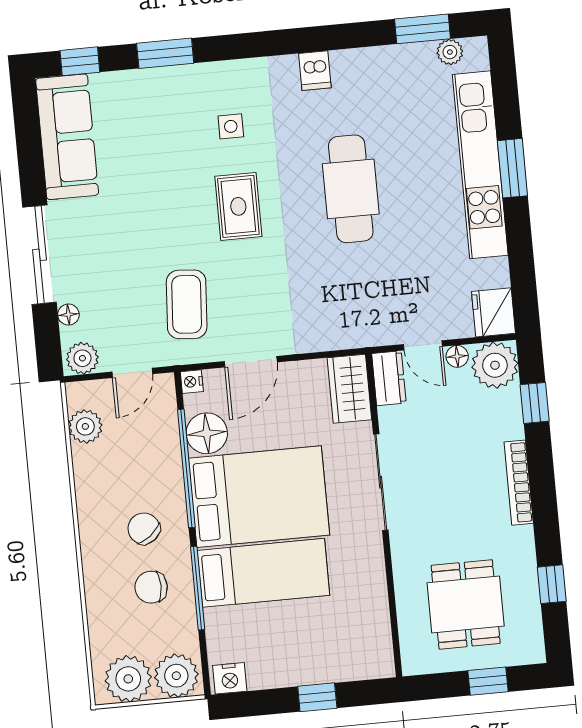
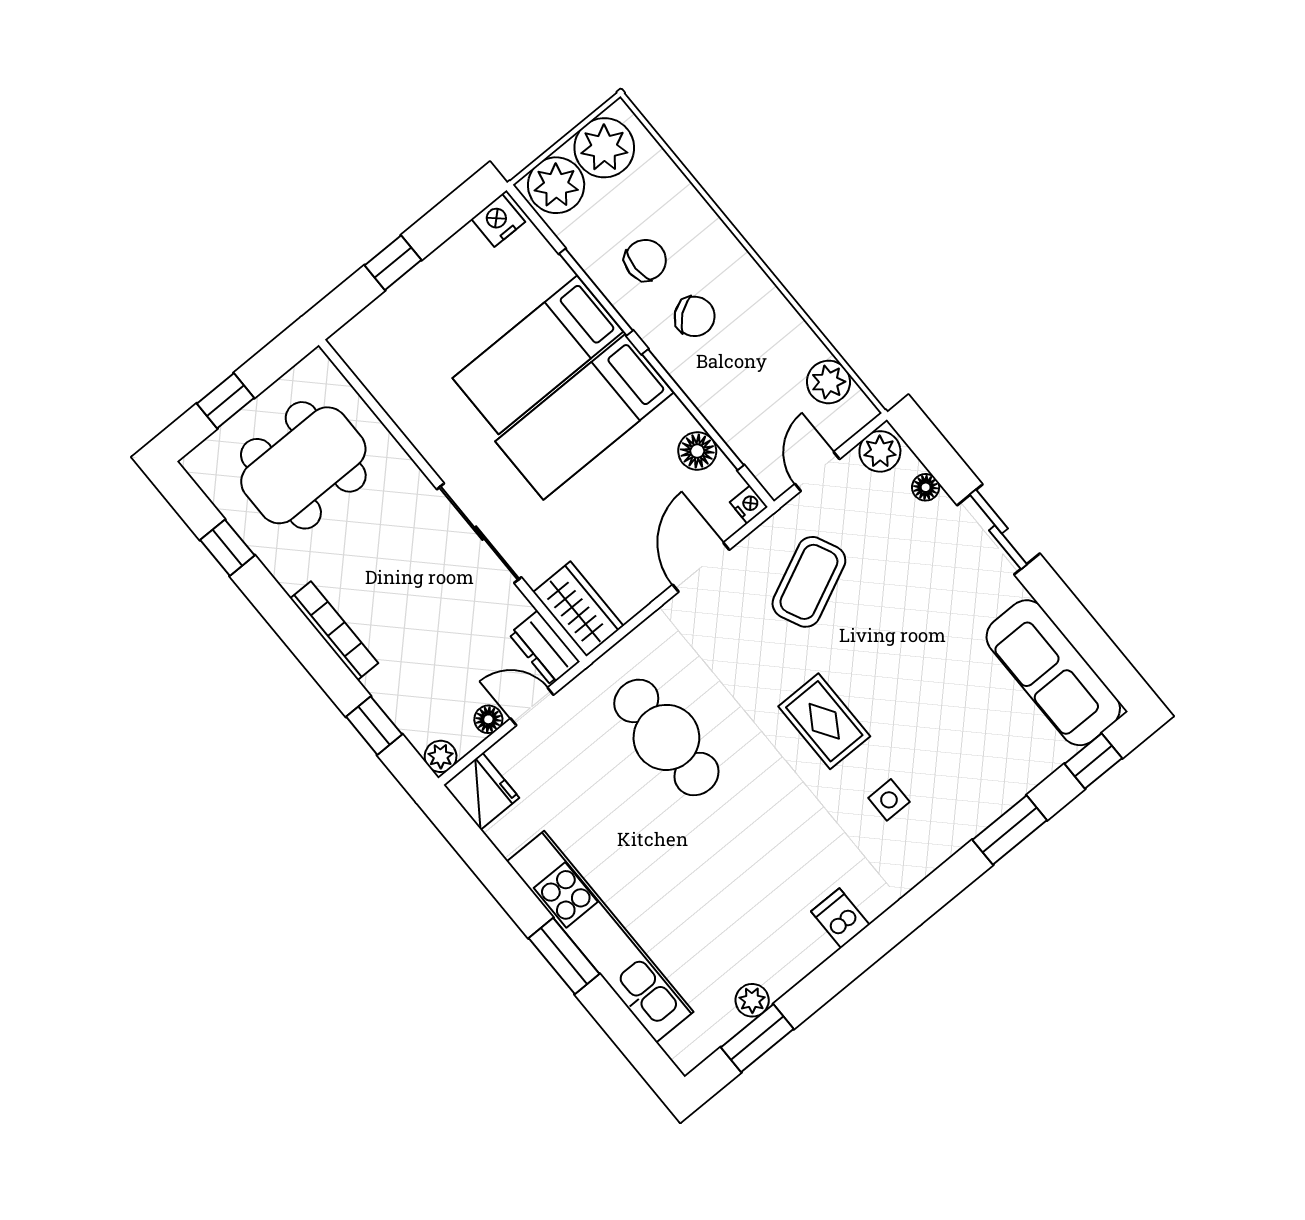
plant: (450, 52) -> (752, 1000), moved
cafe table: (351, 189) -> (666, 737), moved
sliding door: (39, 255) -> (998, 529), width x0.73
coffee table: (187, 304) -> (809, 582), turned 61
plant: (495, 365) -> (441, 756), width x0.53, depth x0.53
floor lamp: (207, 433) -> (697, 451), width x0.73, depth x0.73
bed: (259, 497) -> (584, 417), width x0.67
dining table: (466, 604) -> (303, 465), width x1.37

